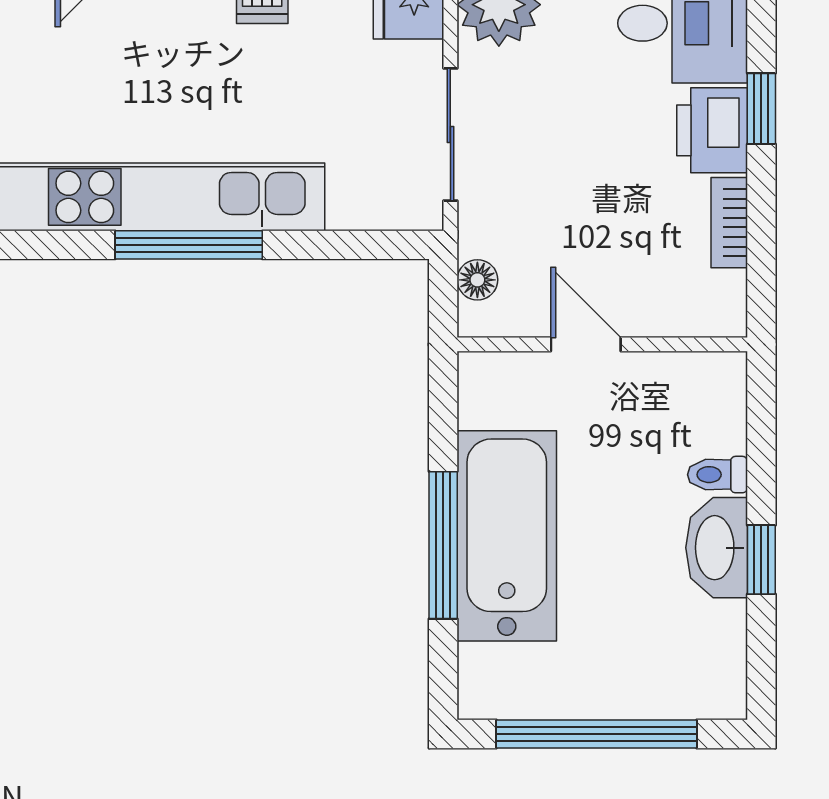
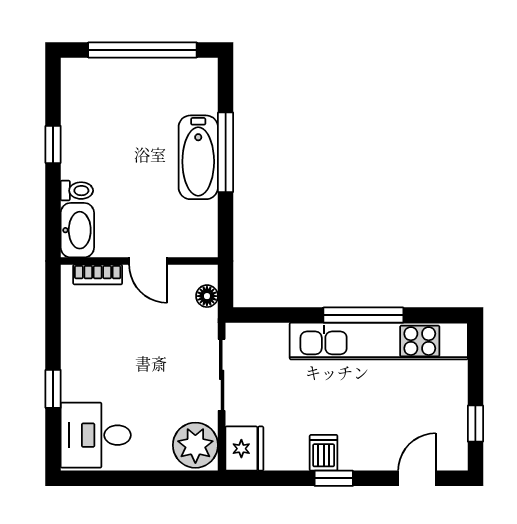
printer: (712, 130) -> (80, 377), removed
bookcase: (729, 223) -> (98, 275), moved, turned 90
bathtub: (507, 536) -> (198, 157), width x0.73, depth x0.73
washbasin: (717, 548) -> (77, 230), moved

